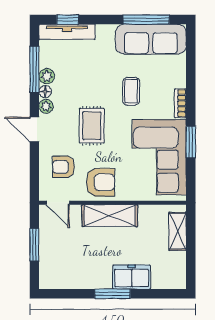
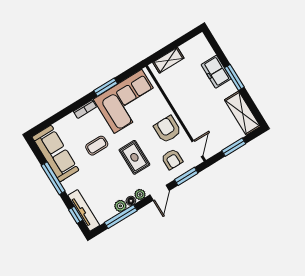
window: (146, 20) -> (53, 178), moved
rug: (92, 126) -> (134, 157), turned 90
window: (34, 171) -> (186, 176), added
shelving: (110, 216) -> (242, 113), moved

